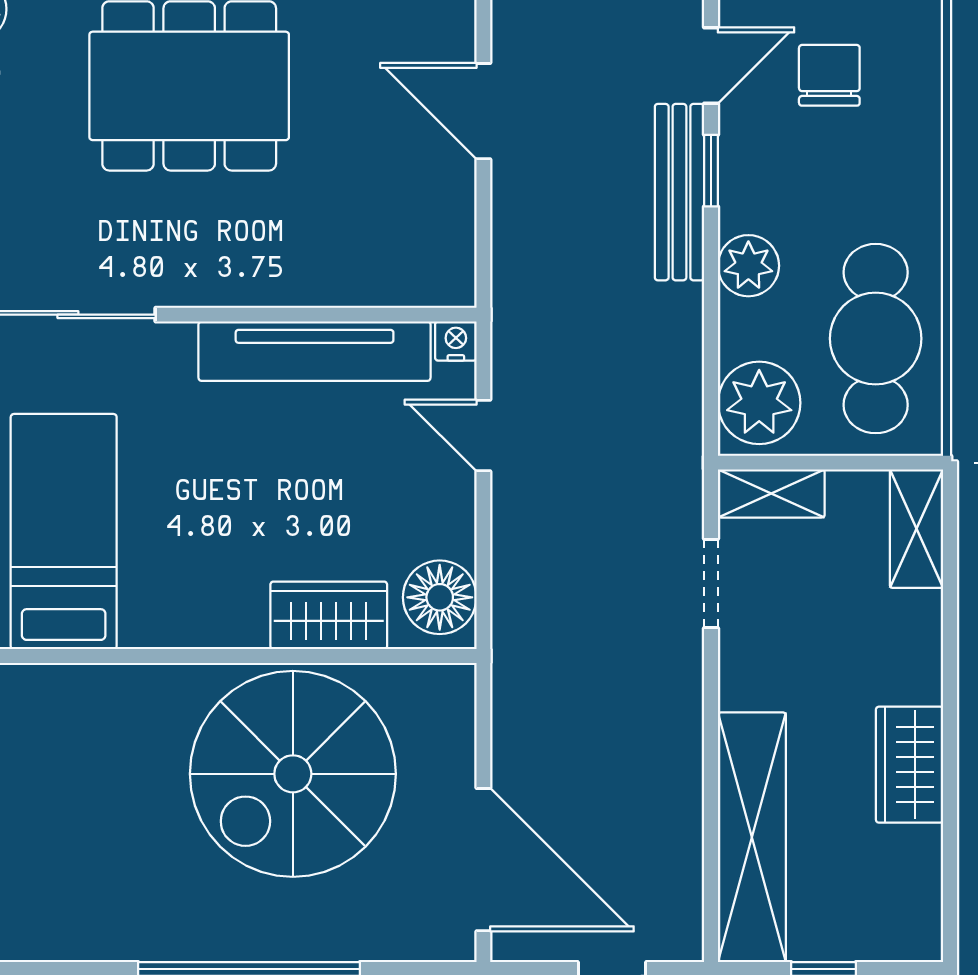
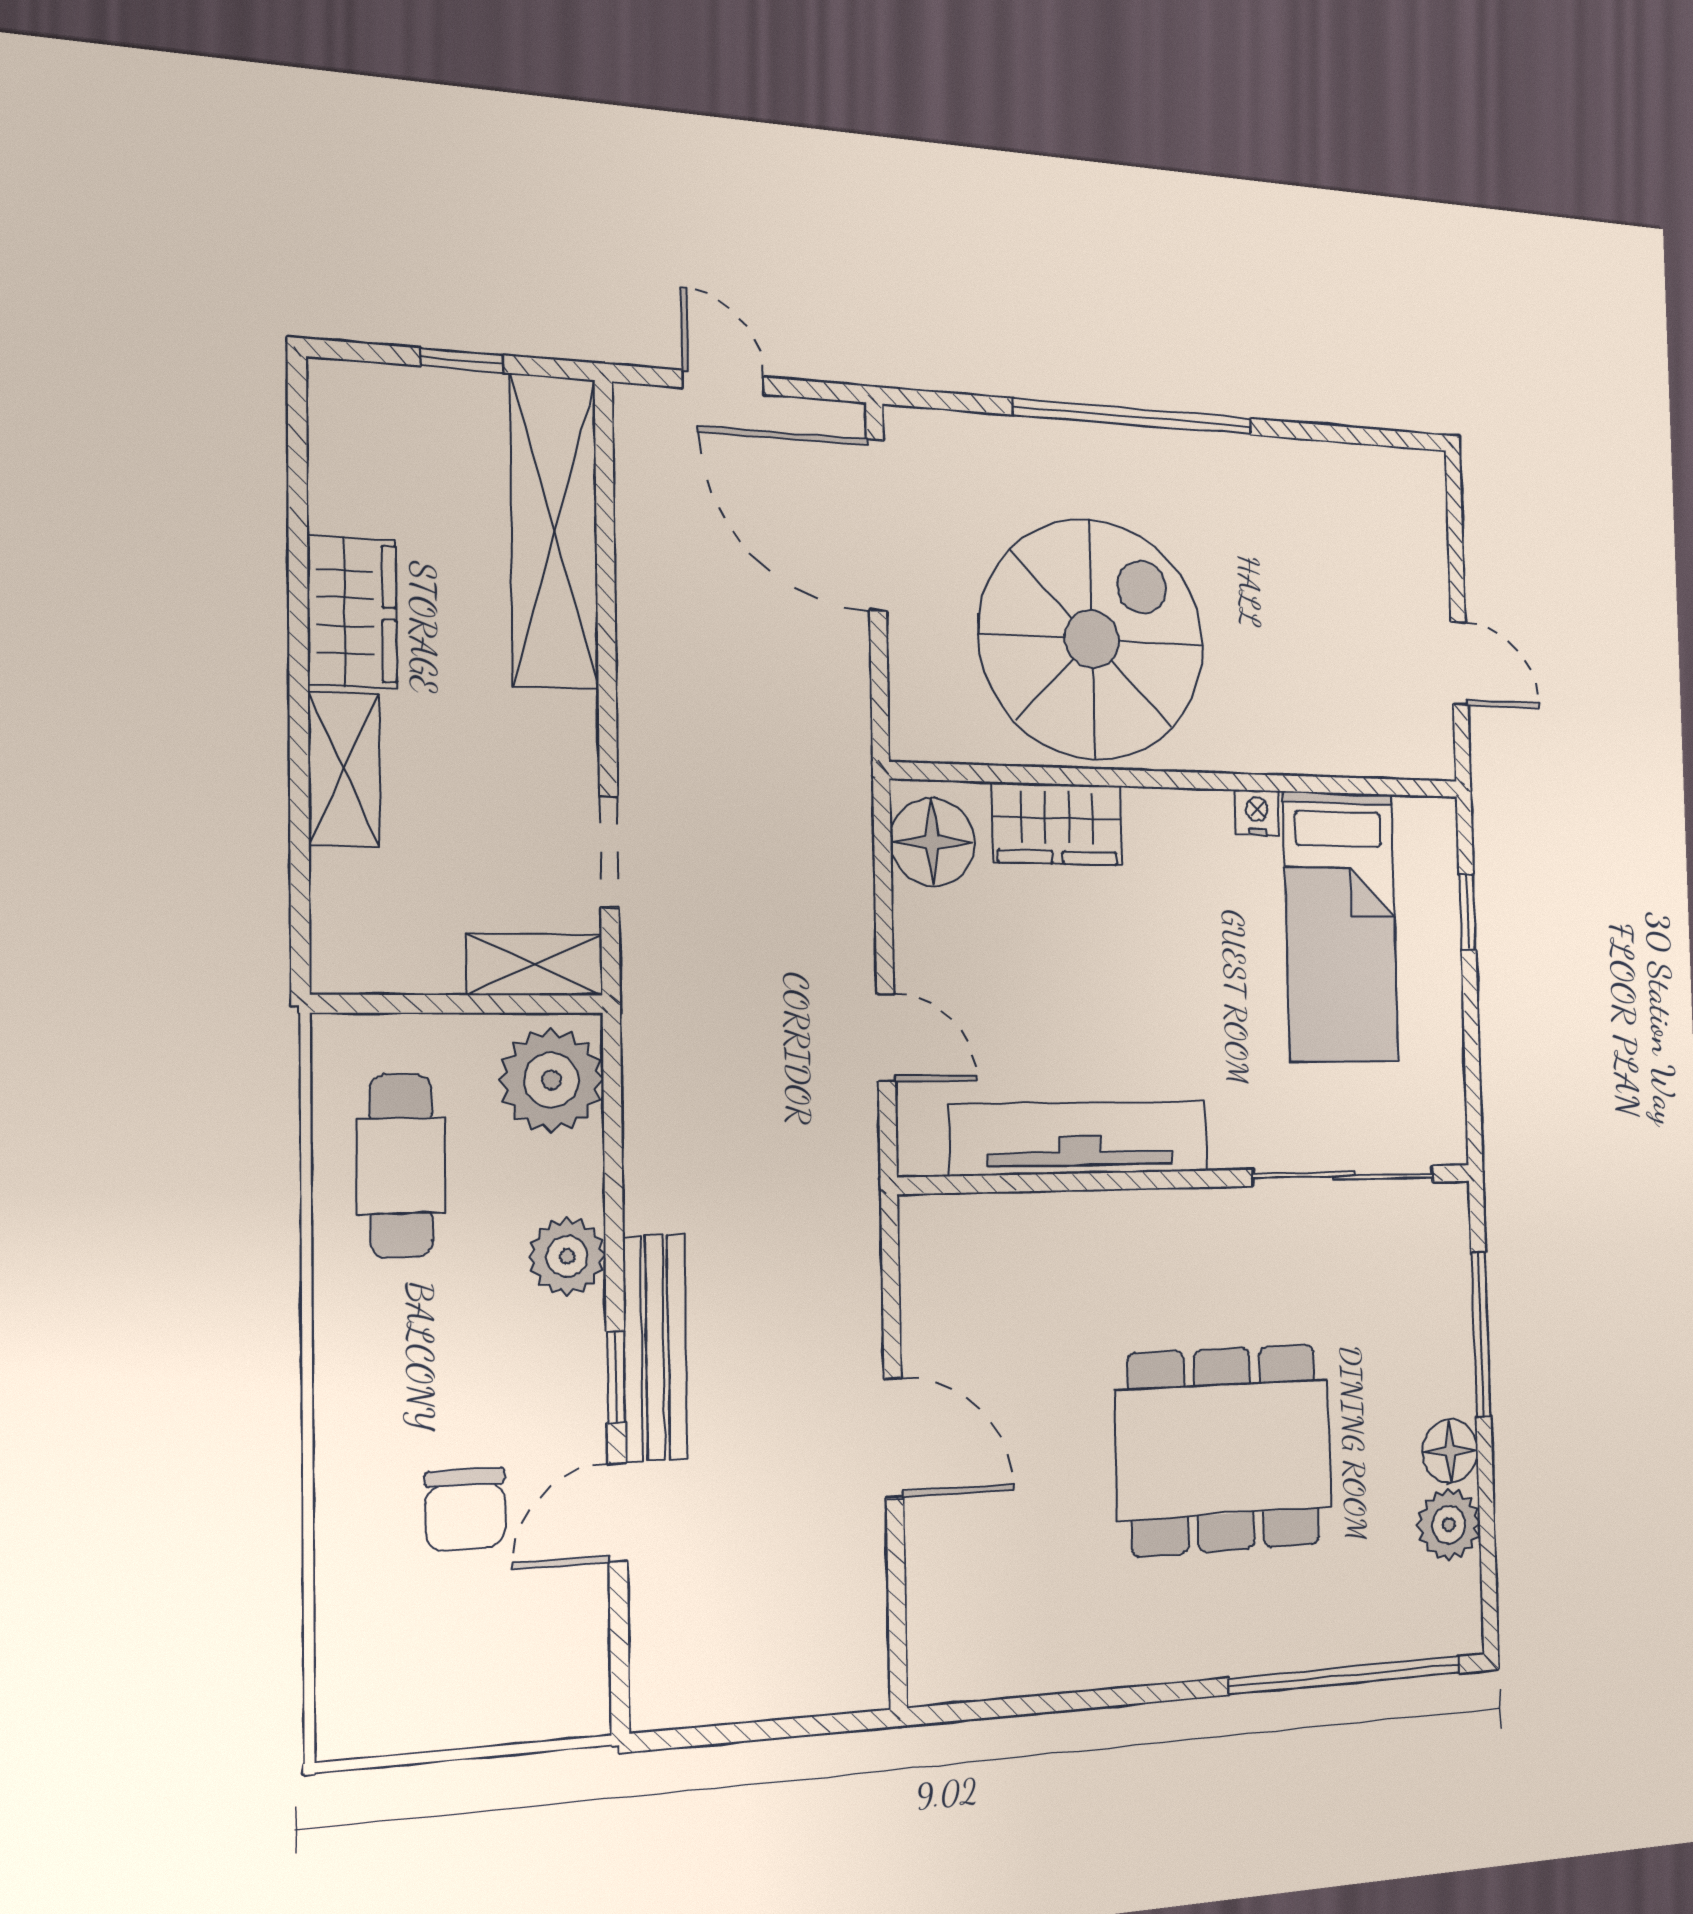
cafe table: (876, 339) -> (401, 1166), width x0.73, depth x0.74
nightstand: (456, 341) -> (1257, 813), moved, turned 180
shelving: (916, 529) -> (344, 769), moved

